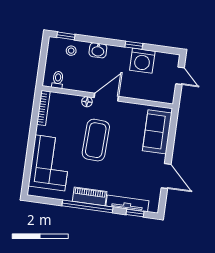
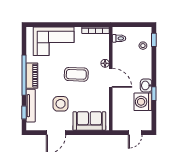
washbasin: (98, 50) -> (146, 85), moved
coffee table: (96, 140) -> (76, 74), width x0.73, depth x0.76
side table: (130, 165) -> (61, 104), added

